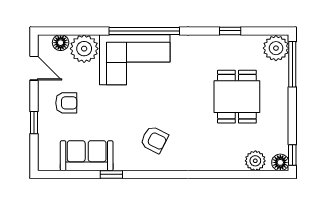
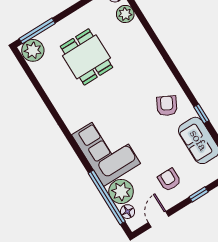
window: (144, 31) -> (107, 197), moved
window: (230, 31) -> (41, 92), removed
dining table: (237, 97) -> (86, 57), turned 90
armchair: (154, 140) -> (167, 106), moved

